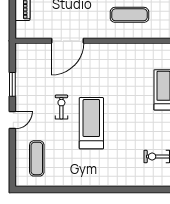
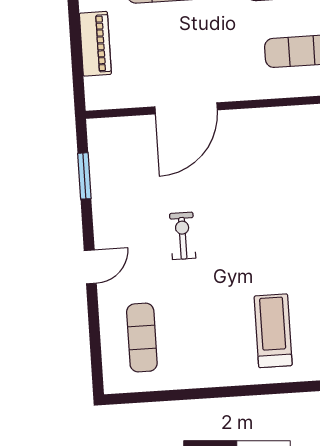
window: (12, 84) -> (84, 176), moved
treadmill: (91, 123) -> (273, 331), moved, width x0.73, depth x0.73

